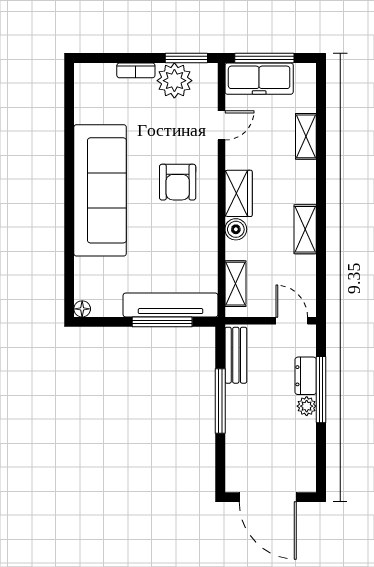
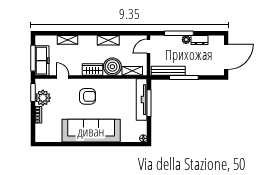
boiler: (236, 229) -> (112, 67), width x1.86, depth x1.86
bench: (236, 355) -> (168, 71), width x1.36
dresser: (306, 376) -> (199, 40), moved

